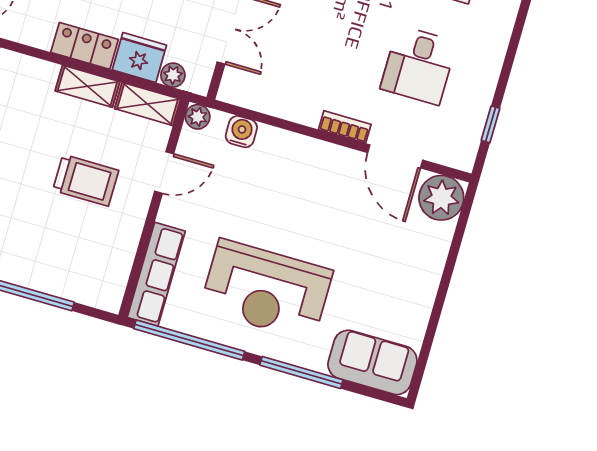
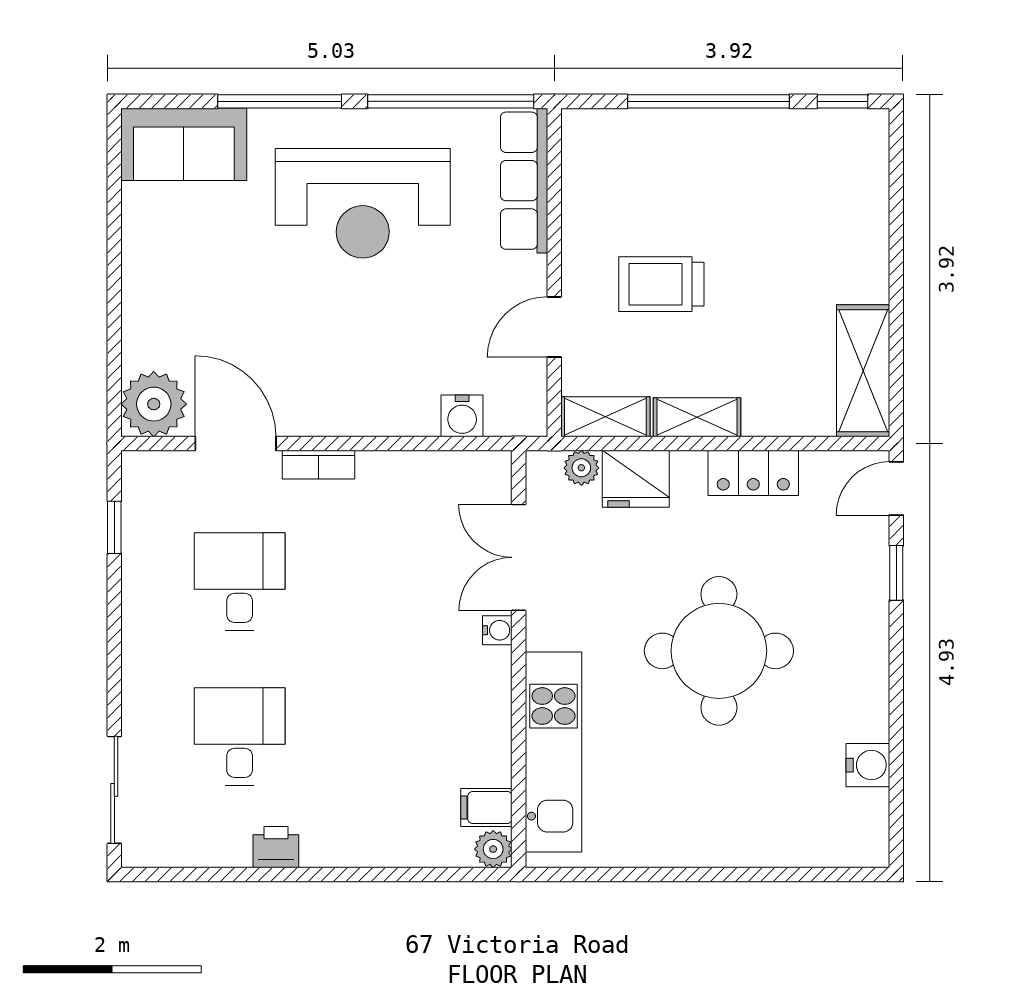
locker: (85, 46) -> (753, 473), moved
plant: (198, 117) -> (530, 419), removed
reception desk: (266, 290) -> (363, 203), turned 180

